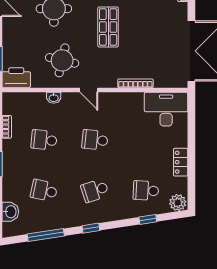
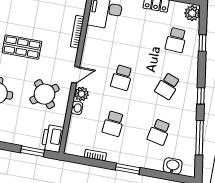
round table: (62, 60) -> (45, 94), turned 38
plant: (70, 100) -> (81, 94), added
school desk: (95, 191) -> (168, 86), turned 39

